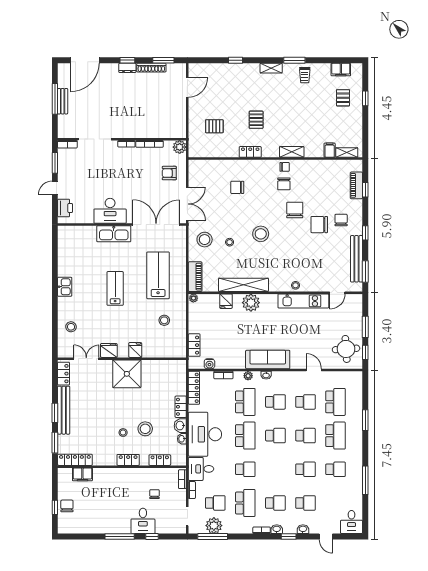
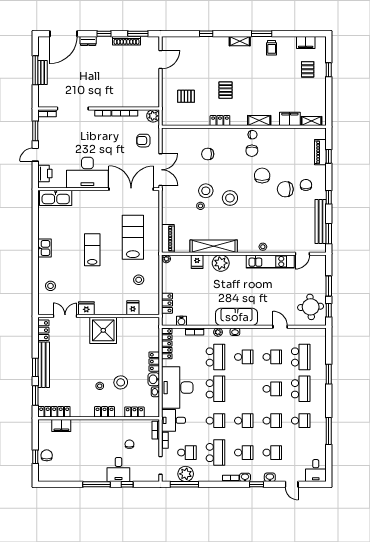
dresser: (127, 68) -> (88, 41), moved
filing cabinet: (330, 150) -> (290, 119), width x2.00
desk: (110, 211) -> (87, 173), width x1.36, depth x1.30
kitchen sink: (114, 234) -> (56, 198), moved
stool: (205, 240) -> (206, 191), moved
fridge: (135, 350) -> (133, 308), moved
school desk: (275, 436) -> (244, 421), moved

